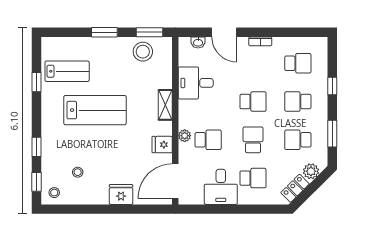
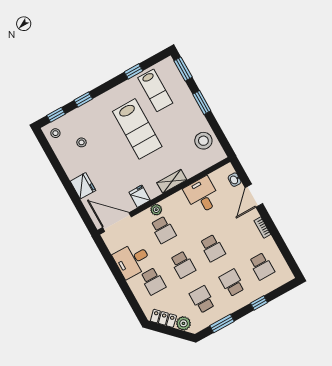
window: (150, 32) -> (183, 69), moved
school desk: (253, 140) -> (183, 265), turned 90

